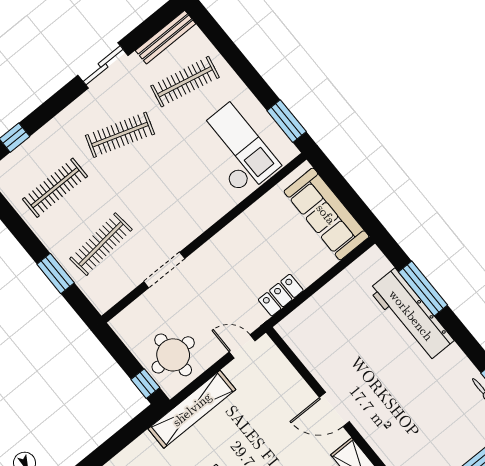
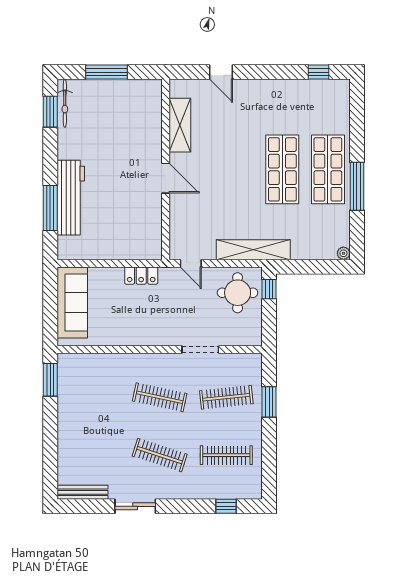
clothes rail: (185, 82) -> (160, 397), moved
checkout: (236, 150) -> (96, 388), removed

